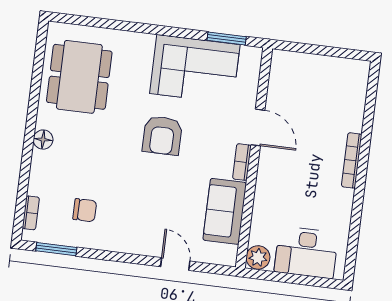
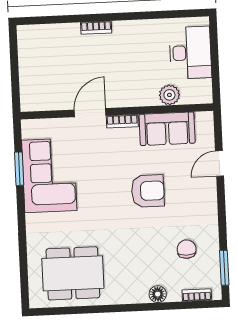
window: (227, 39) -> (19, 169), moved
armchair: (162, 135) -> (148, 191), moved
floor lamp: (43, 140) -> (158, 294), moved
bookcase: (352, 160) -> (96, 28), width x0.64
plant: (258, 257) -> (169, 95), moved

